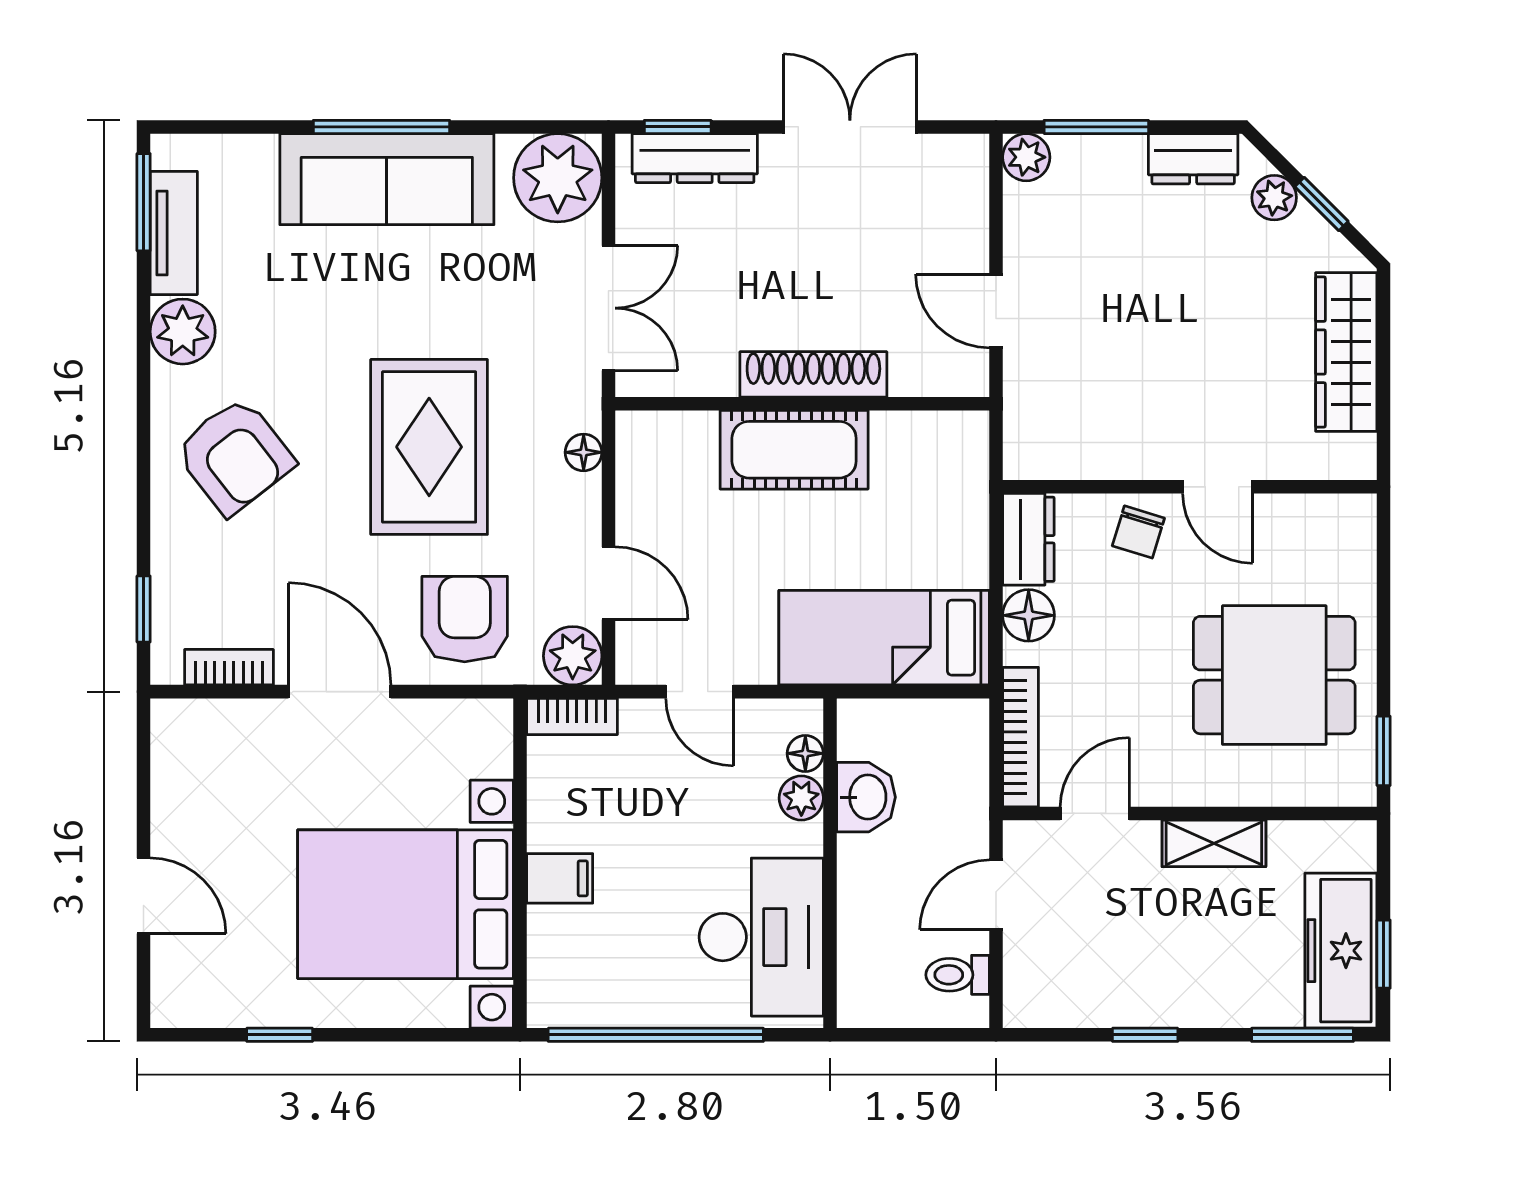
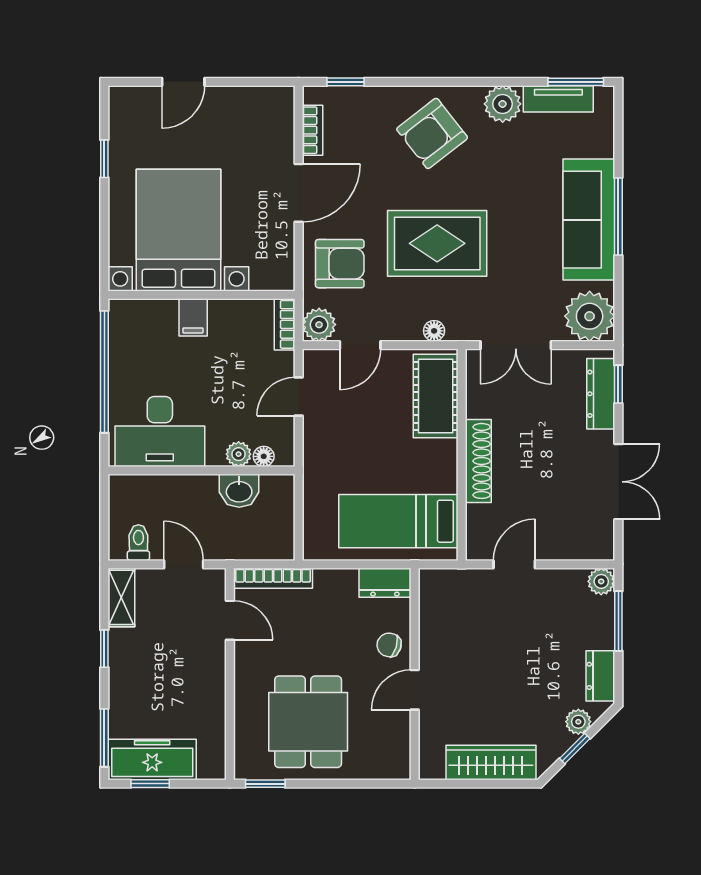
cot: (794, 450) -> (436, 396), moved
floor lamp: (1029, 615) -> (342, 583), removed
bed: (884, 638) -> (398, 521), moved, turned -90
shelving: (1214, 843) -> (121, 597), moved

